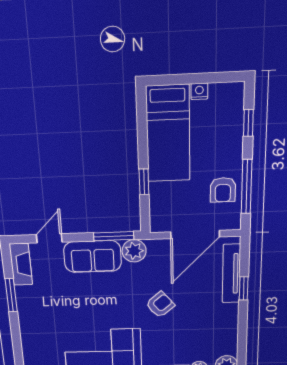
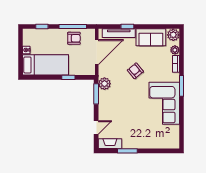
door: (195, 234) -> (97, 52), hinge flipped
door: (49, 238) -> (96, 127), swing flipped
sofa: (93, 256) -> (151, 37), moved, turned 90

